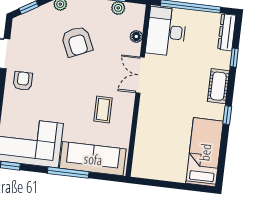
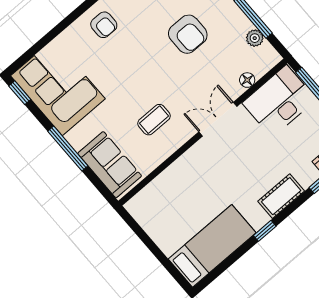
armchair: (77, 41) -> (188, 34), turned -66
armchair: (23, 81) -> (104, 25), turned 90
sofa: (93, 159) -> (110, 165), width x0.73

